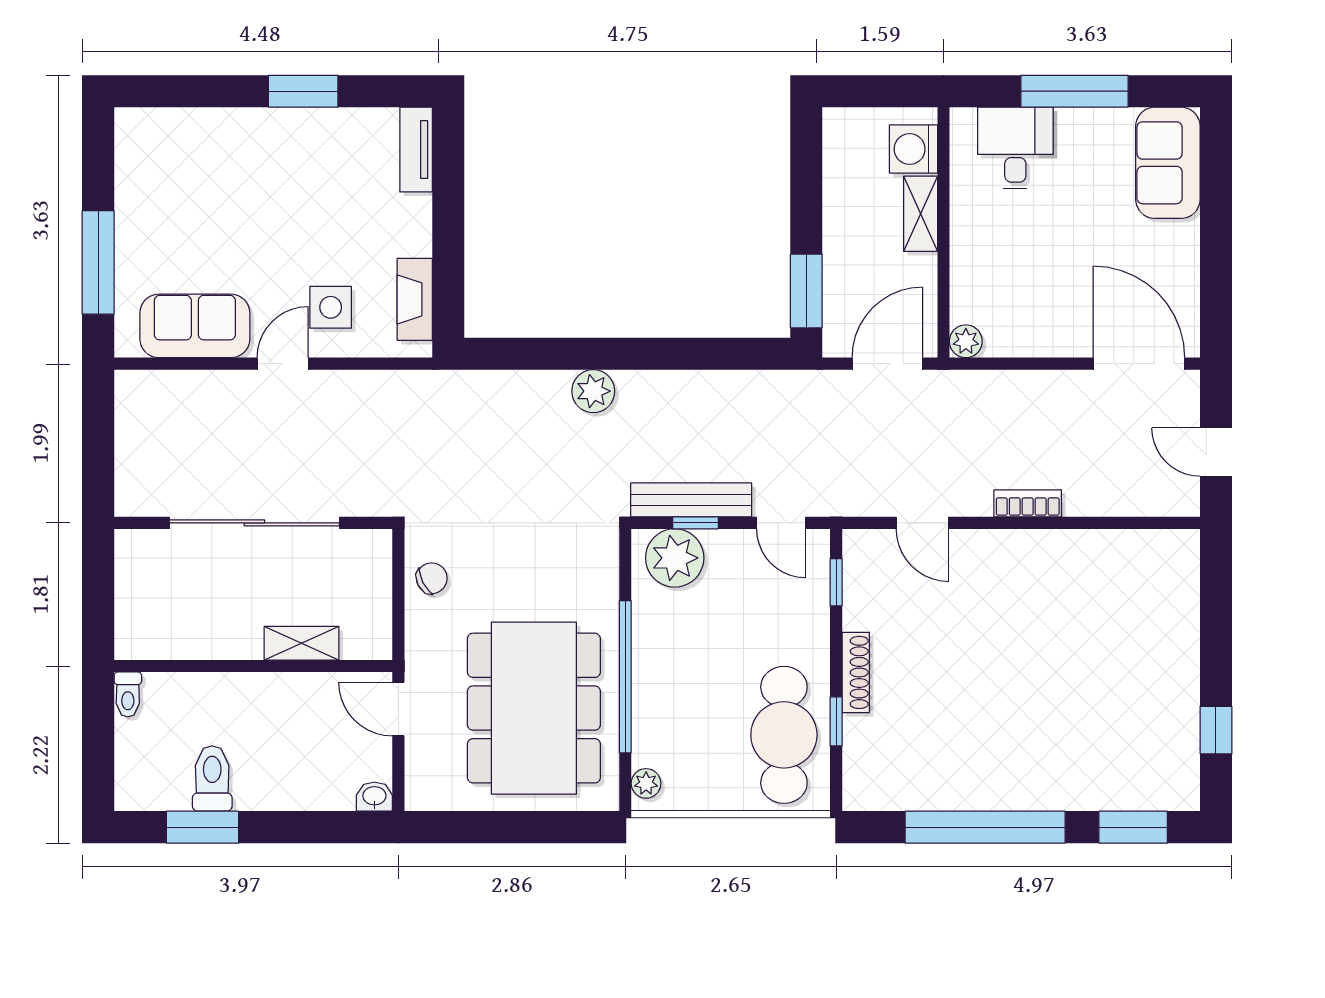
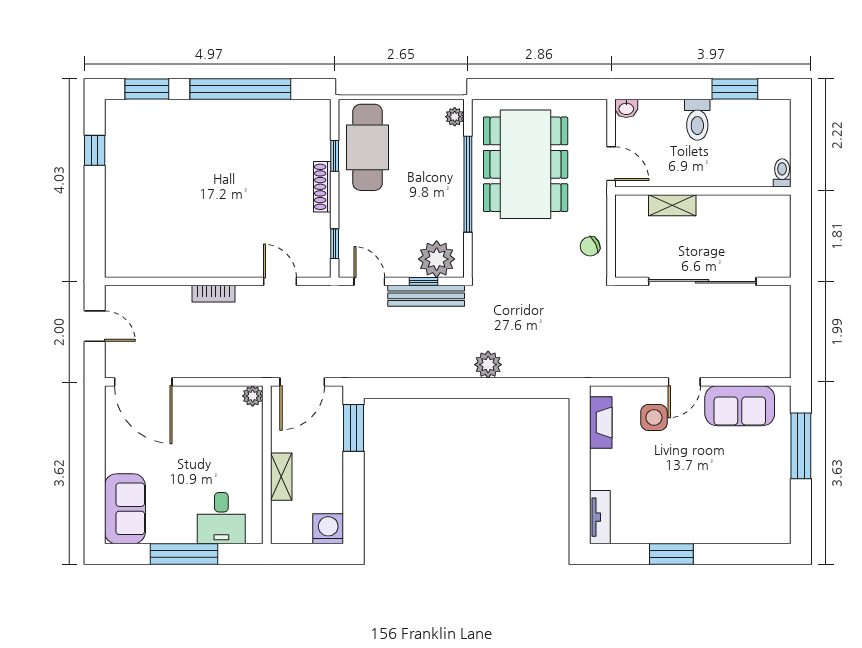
washing machine: (913, 149) -> (328, 529), moved, turned -90
toilet: (212, 779) -> (697, 120), moved

